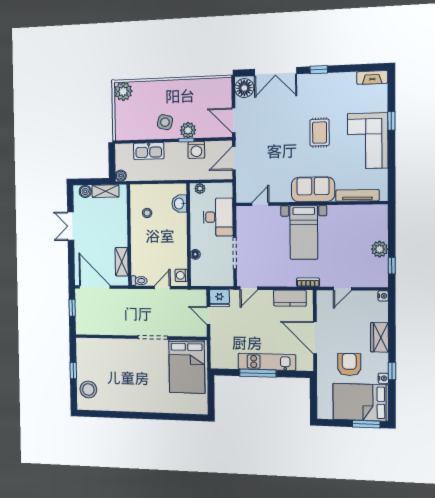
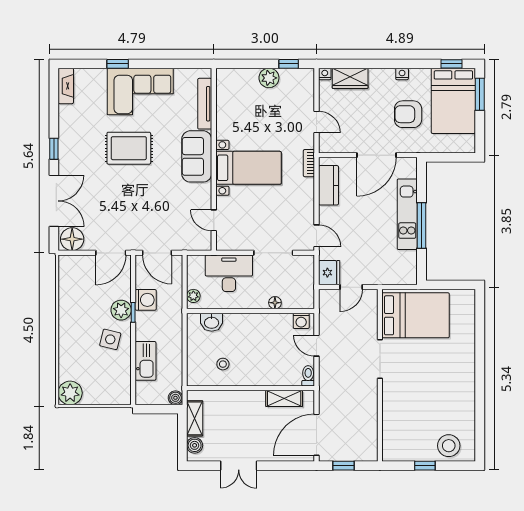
rug: (320, 133) -> (129, 148), width x1.36, depth x1.43
wardrobe: (379, 337) -> (350, 78), moved
window: (392, 371) -> (452, 64), moved
nightstand: (383, 378) -> (402, 74), moved

